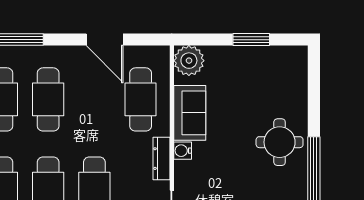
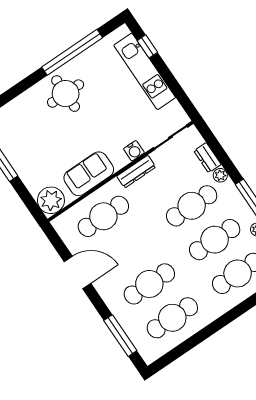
door: (105, 40) -> (77, 272), hinge flipped
water cooler: (183, 151) -> (134, 151), moved

